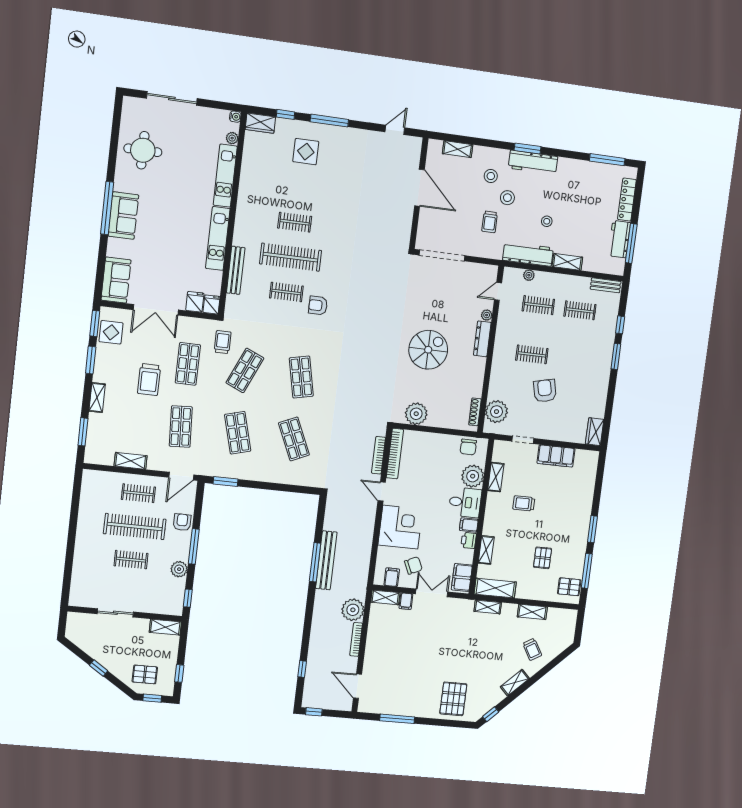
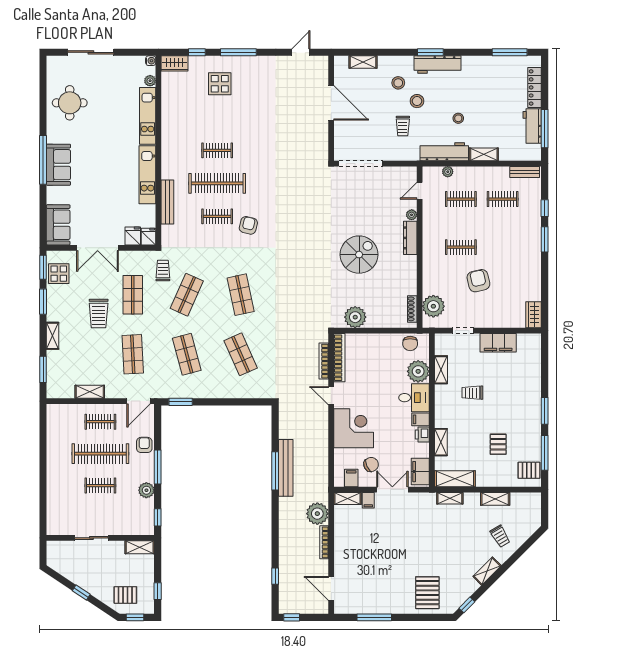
armchair: (318, 305) -> (248, 225), turned 104

